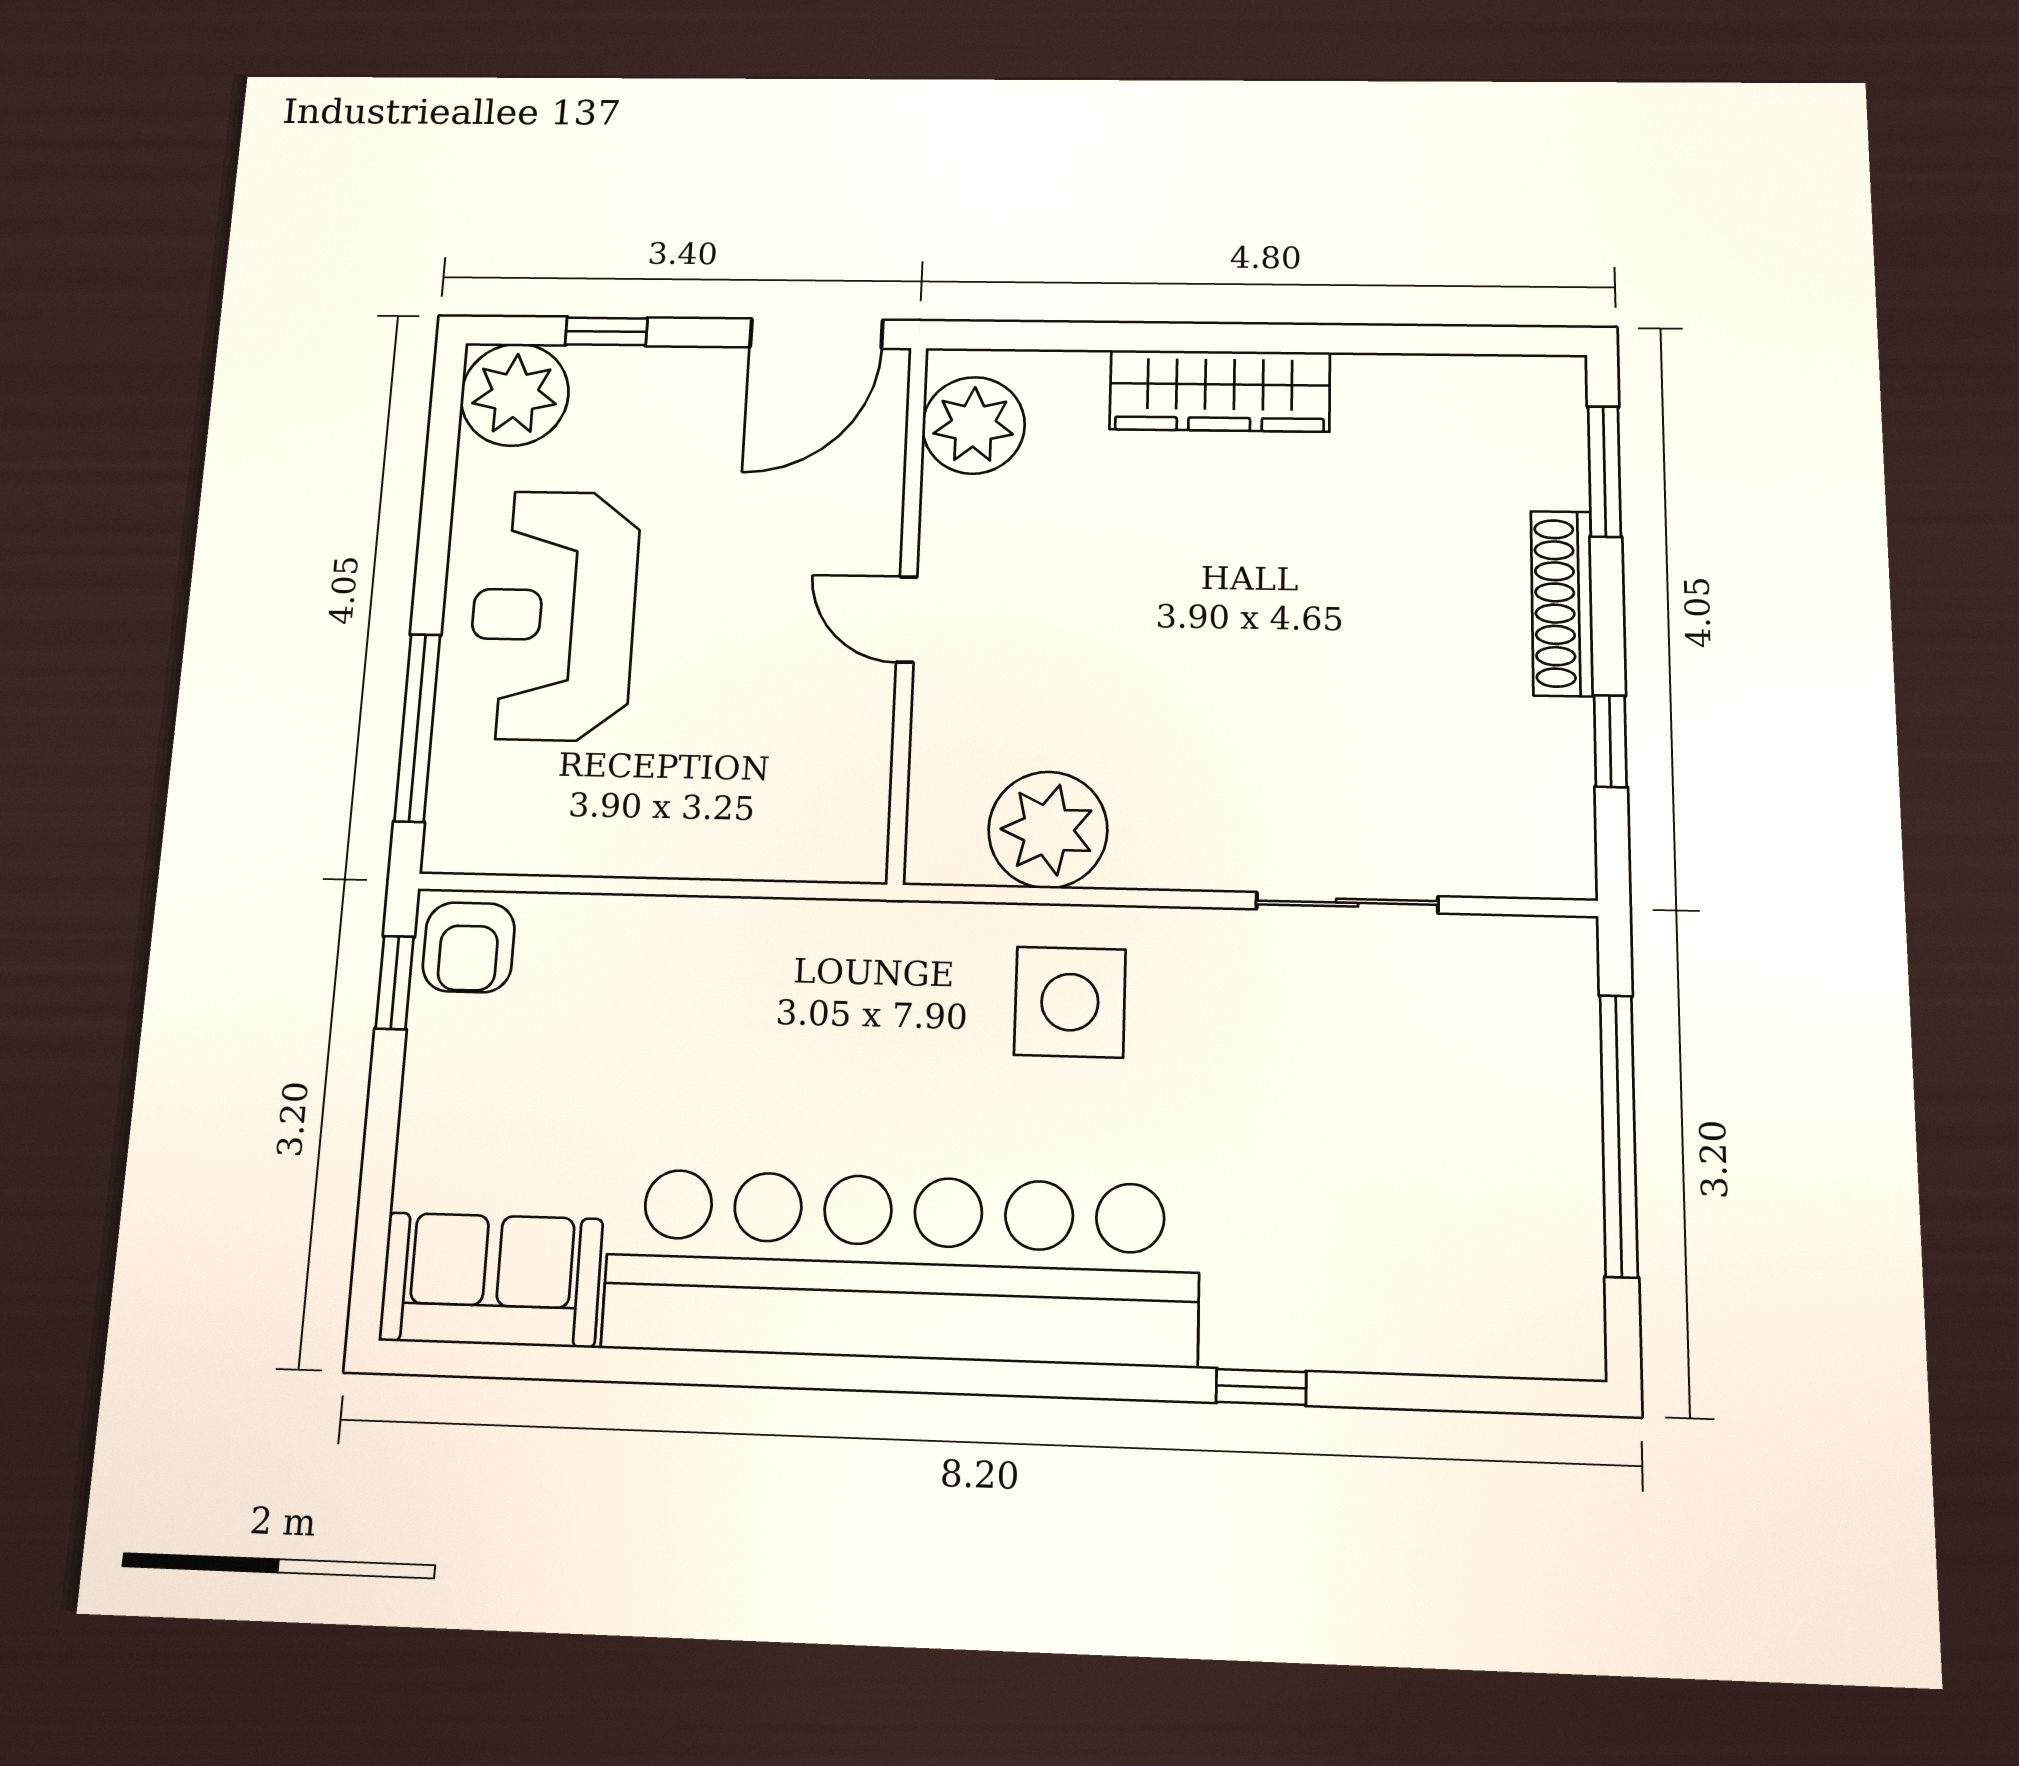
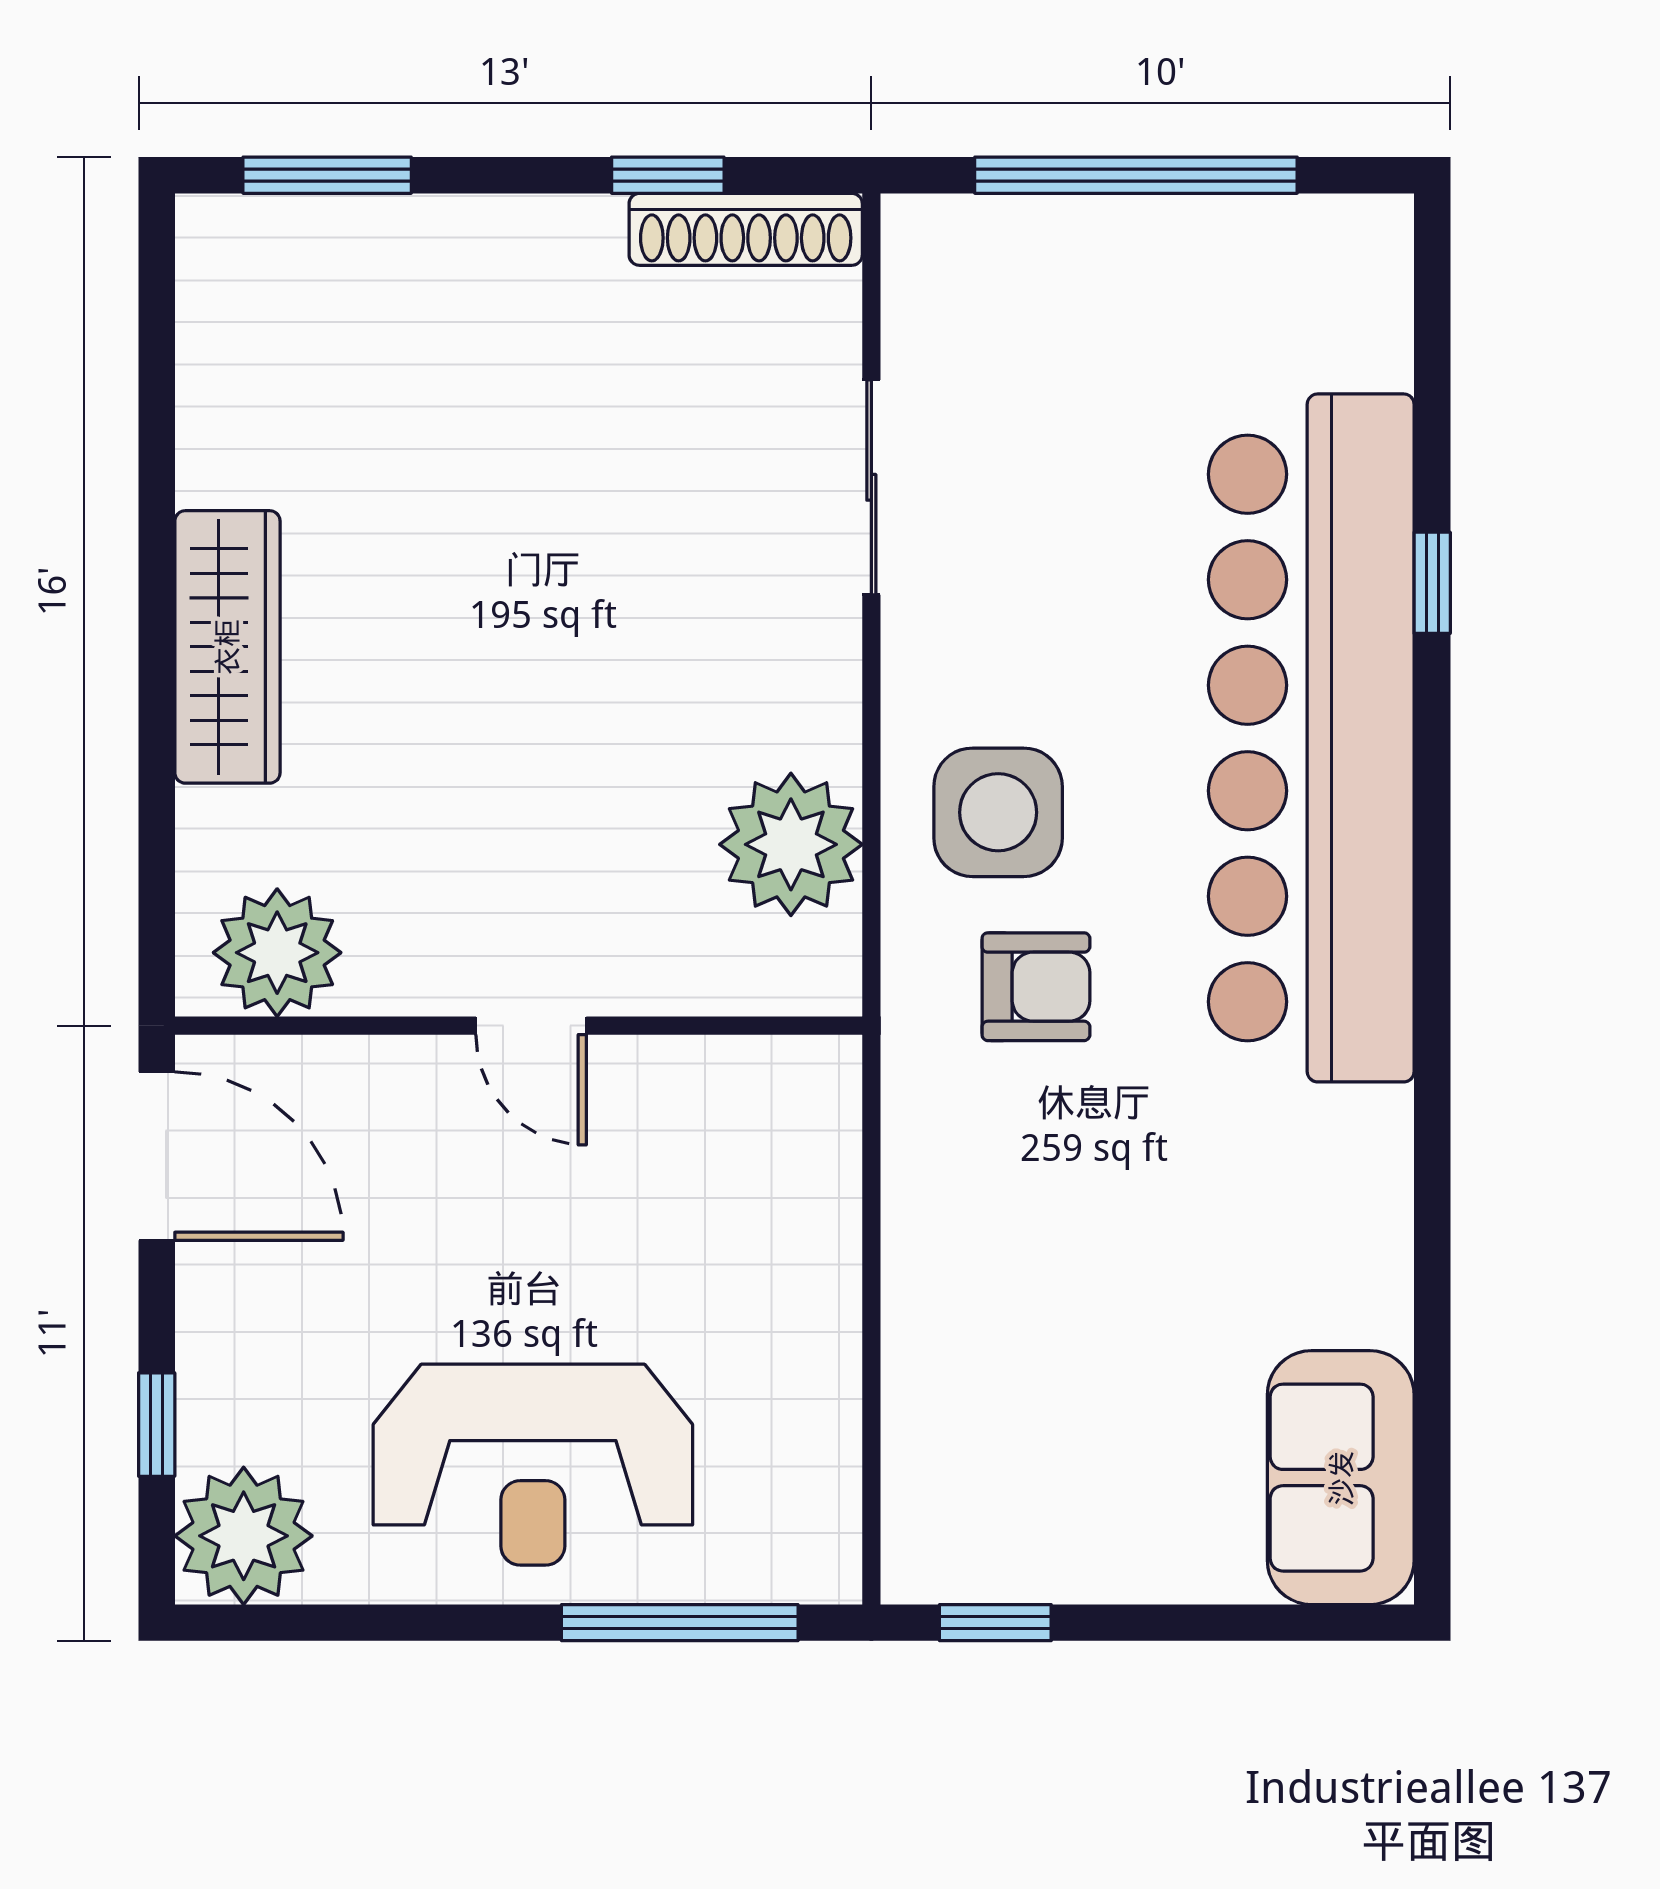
shoe rack: (1562, 603) -> (746, 229), moved
door: (907, 620) -> (531, 1026), hinge flipped
armchair: (469, 947) -> (1036, 987), moved
bar counter: (901, 1267) -> (1311, 738), moved

